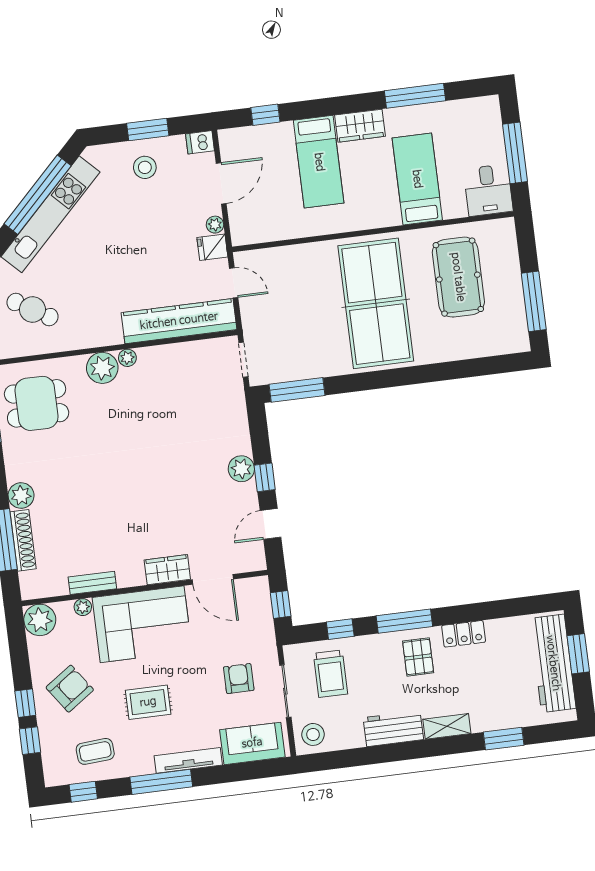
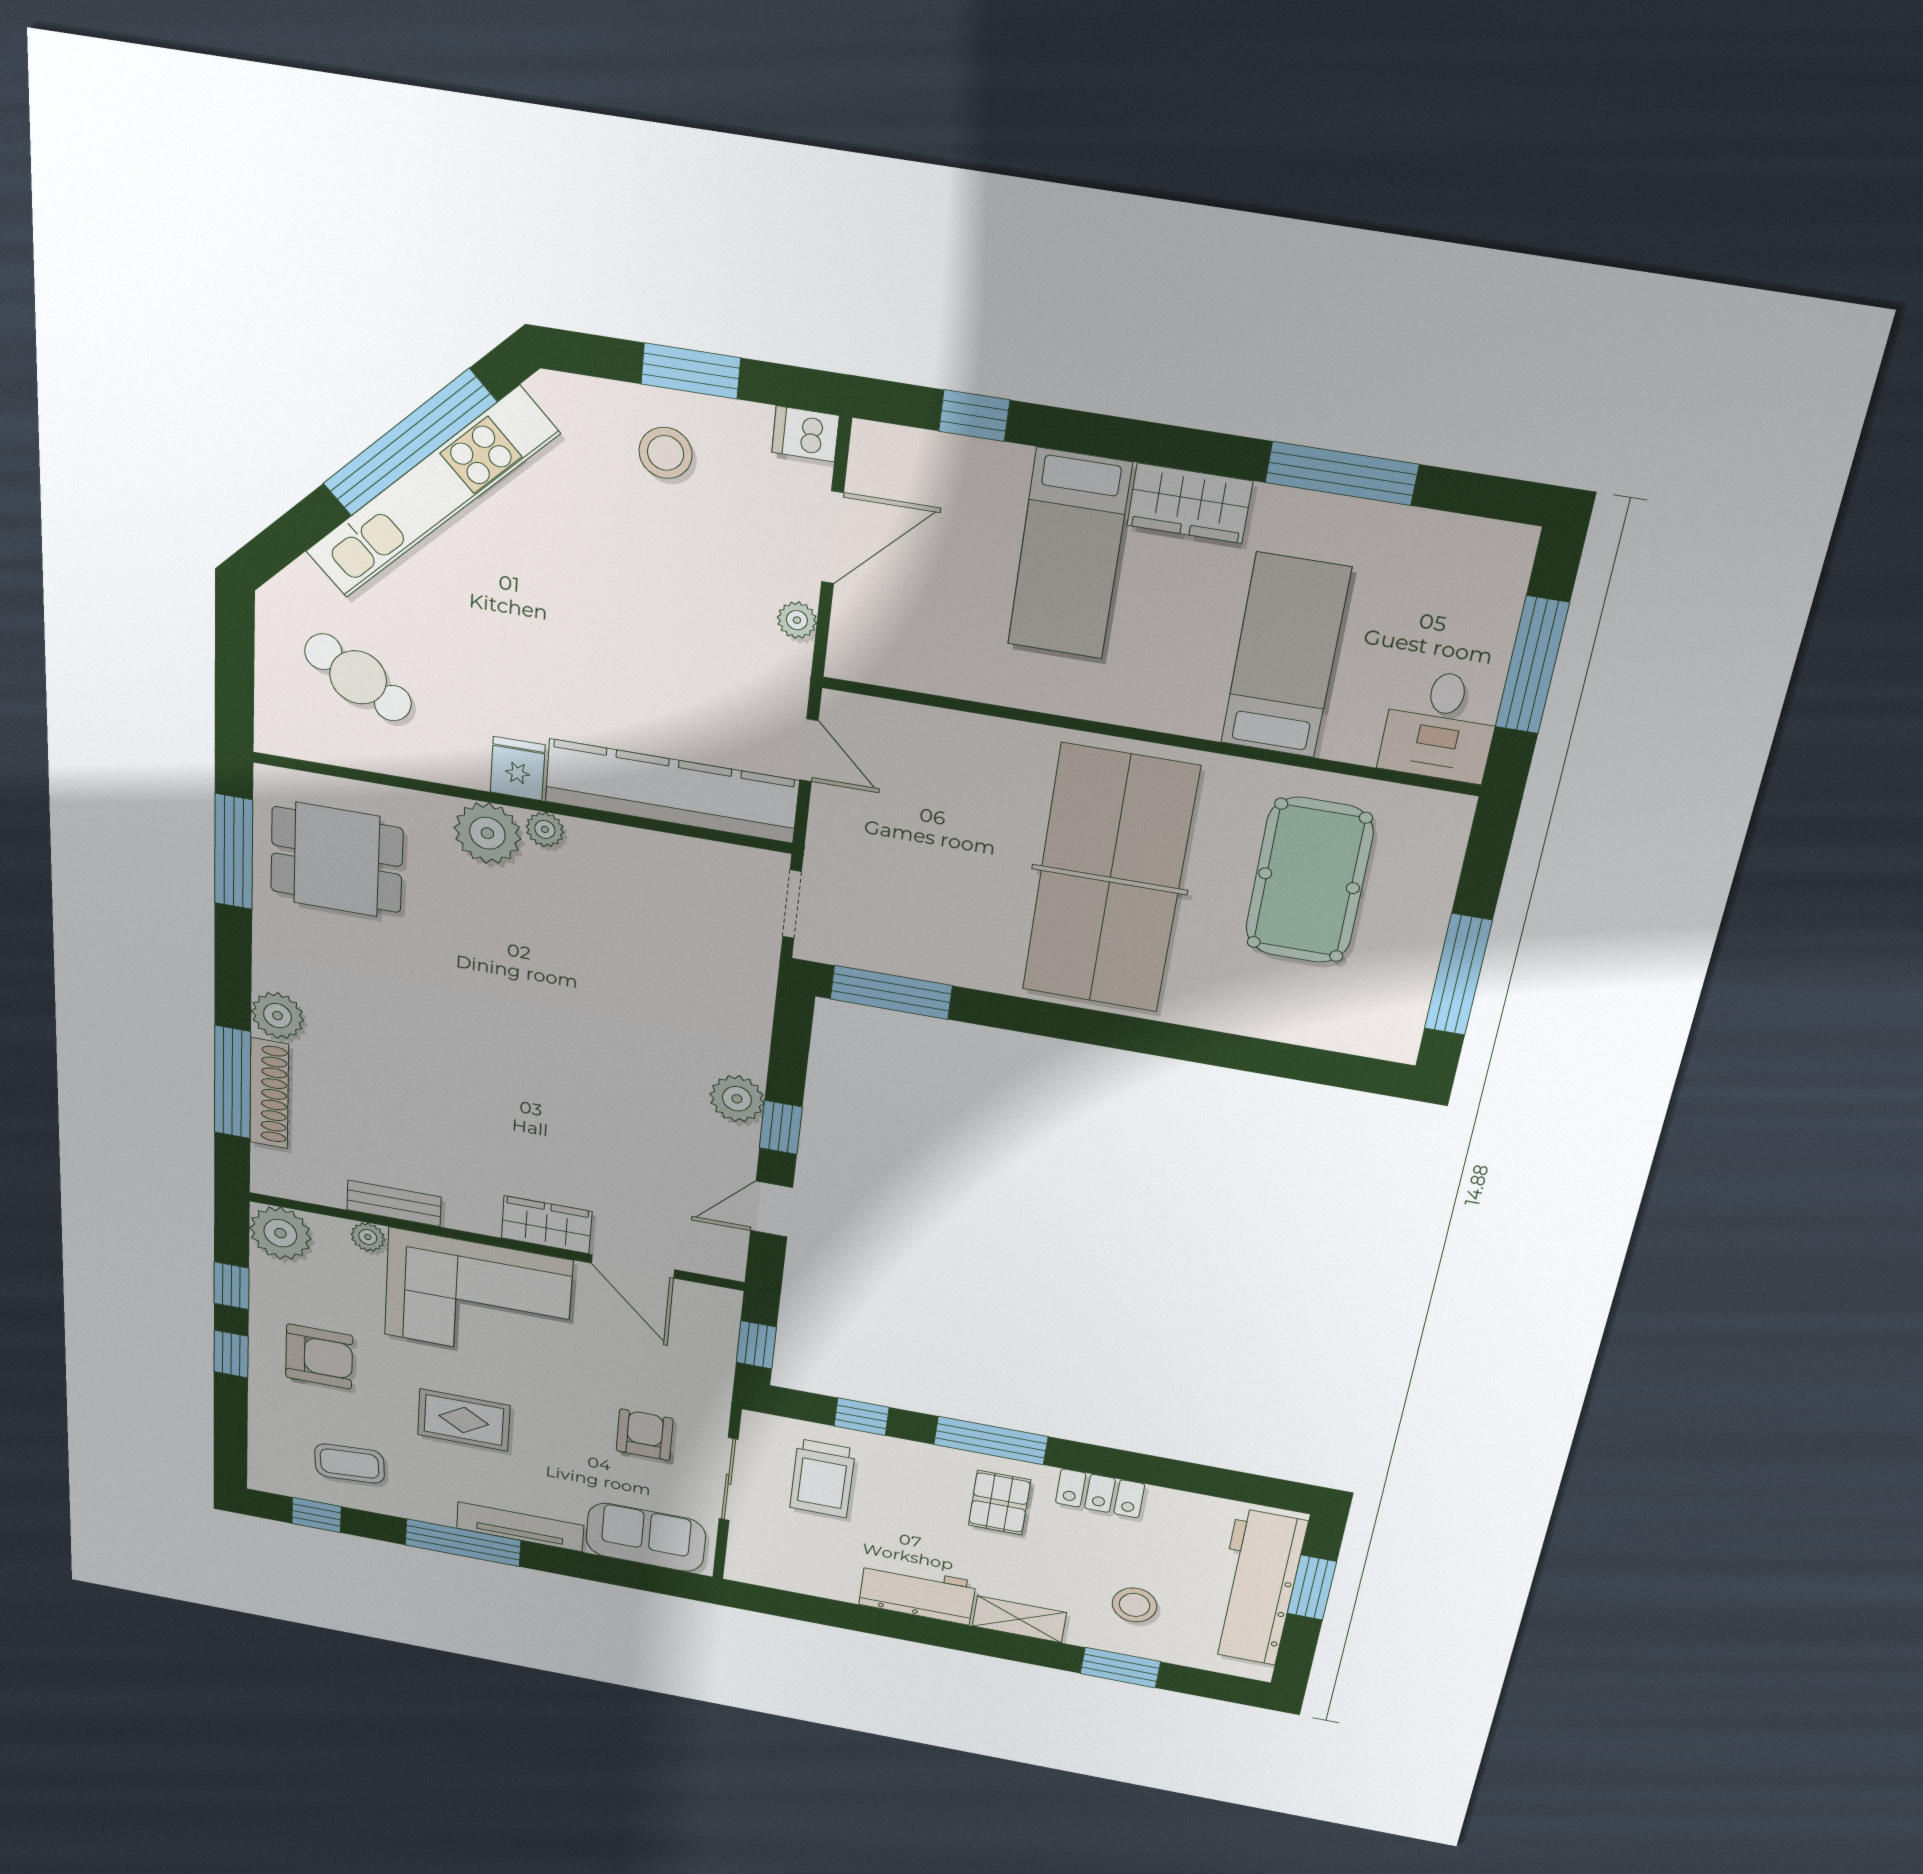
fridge: (212, 247) -> (518, 769), moved, turned 90
armchair: (70, 689) -> (319, 1357), turned 35
stool: (313, 734) -> (1134, 1605), moved
window: (30, 741) -> (231, 1286), moved

